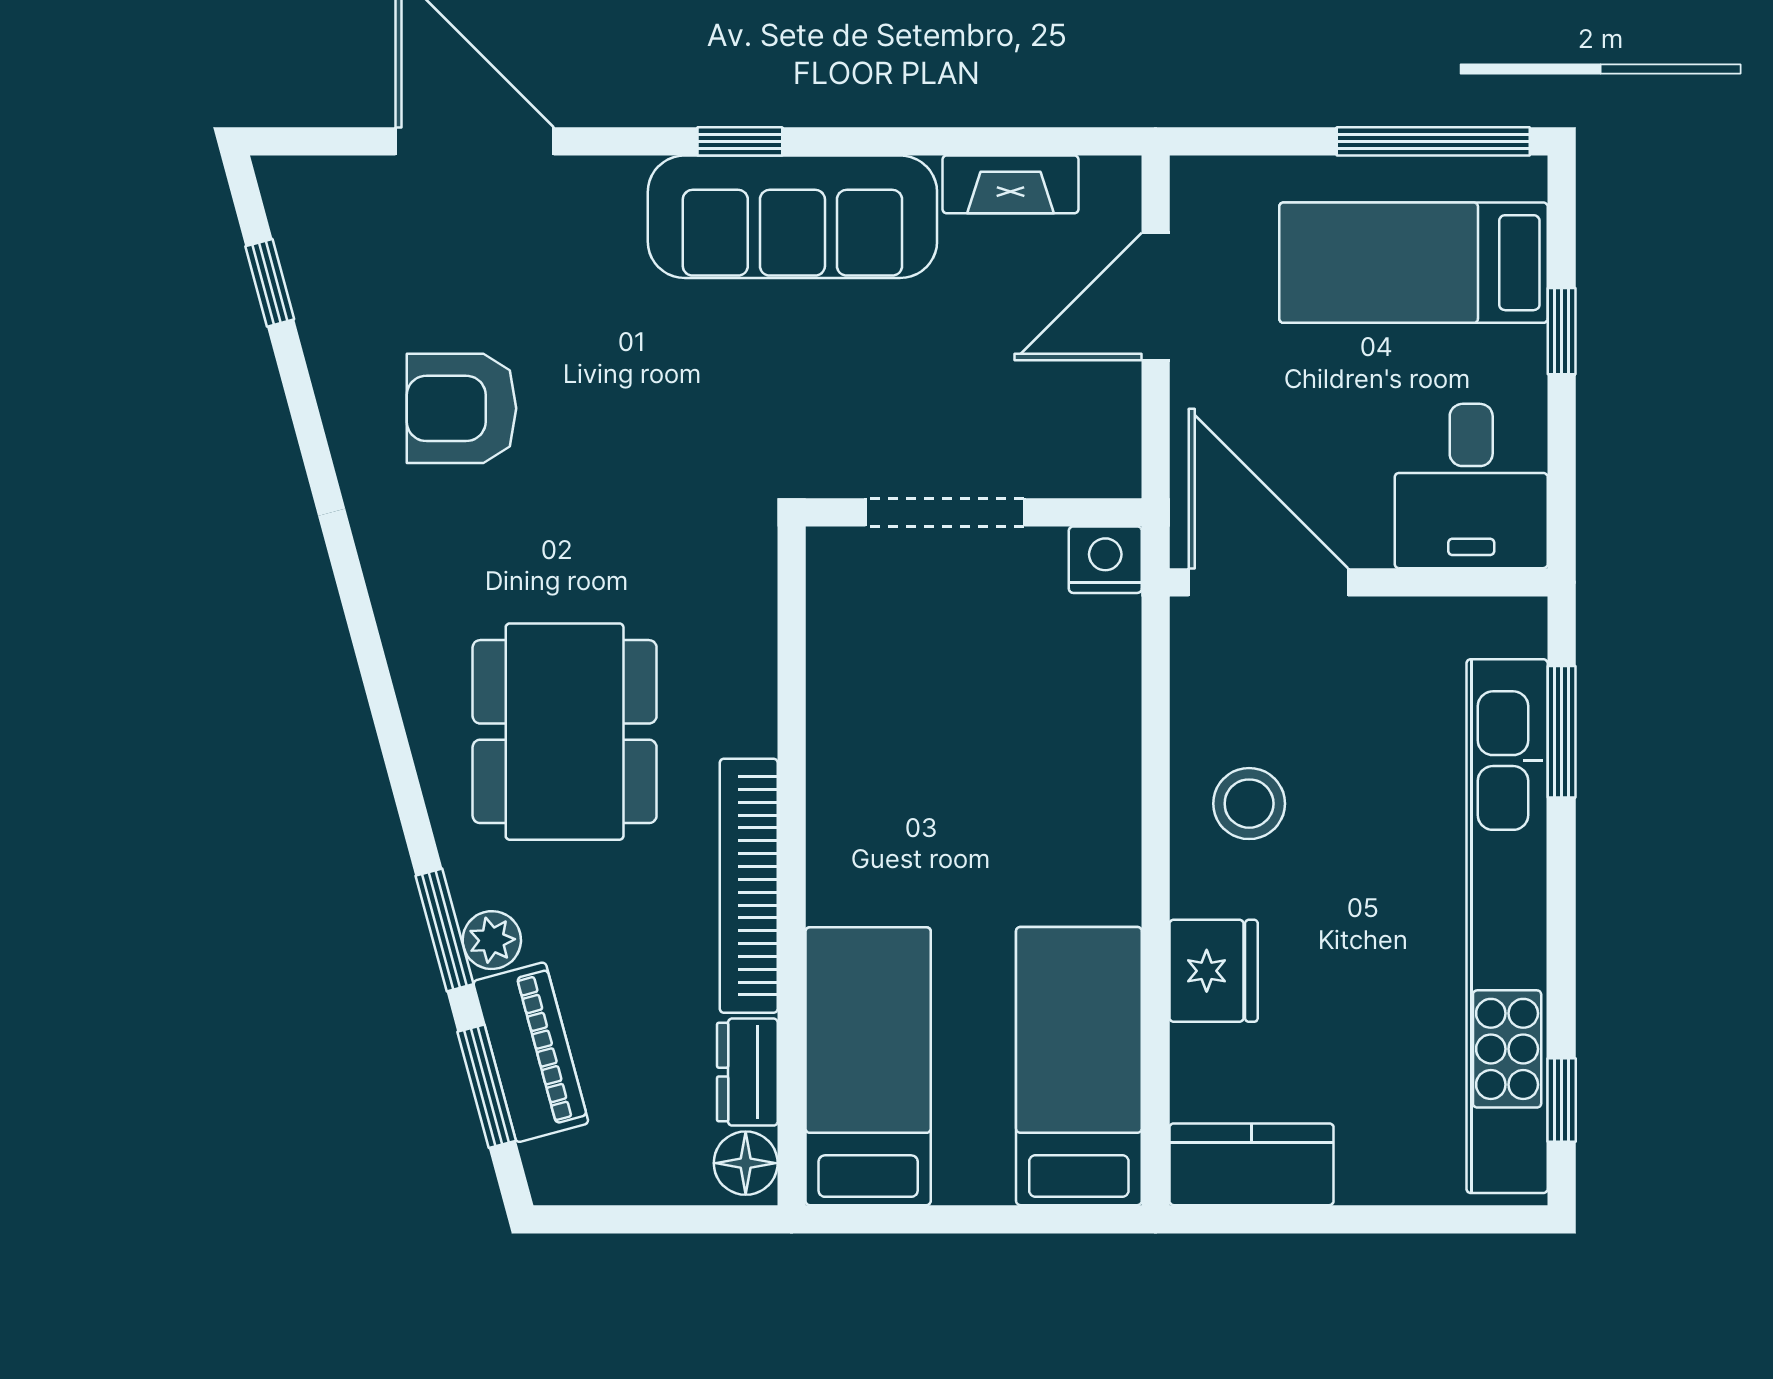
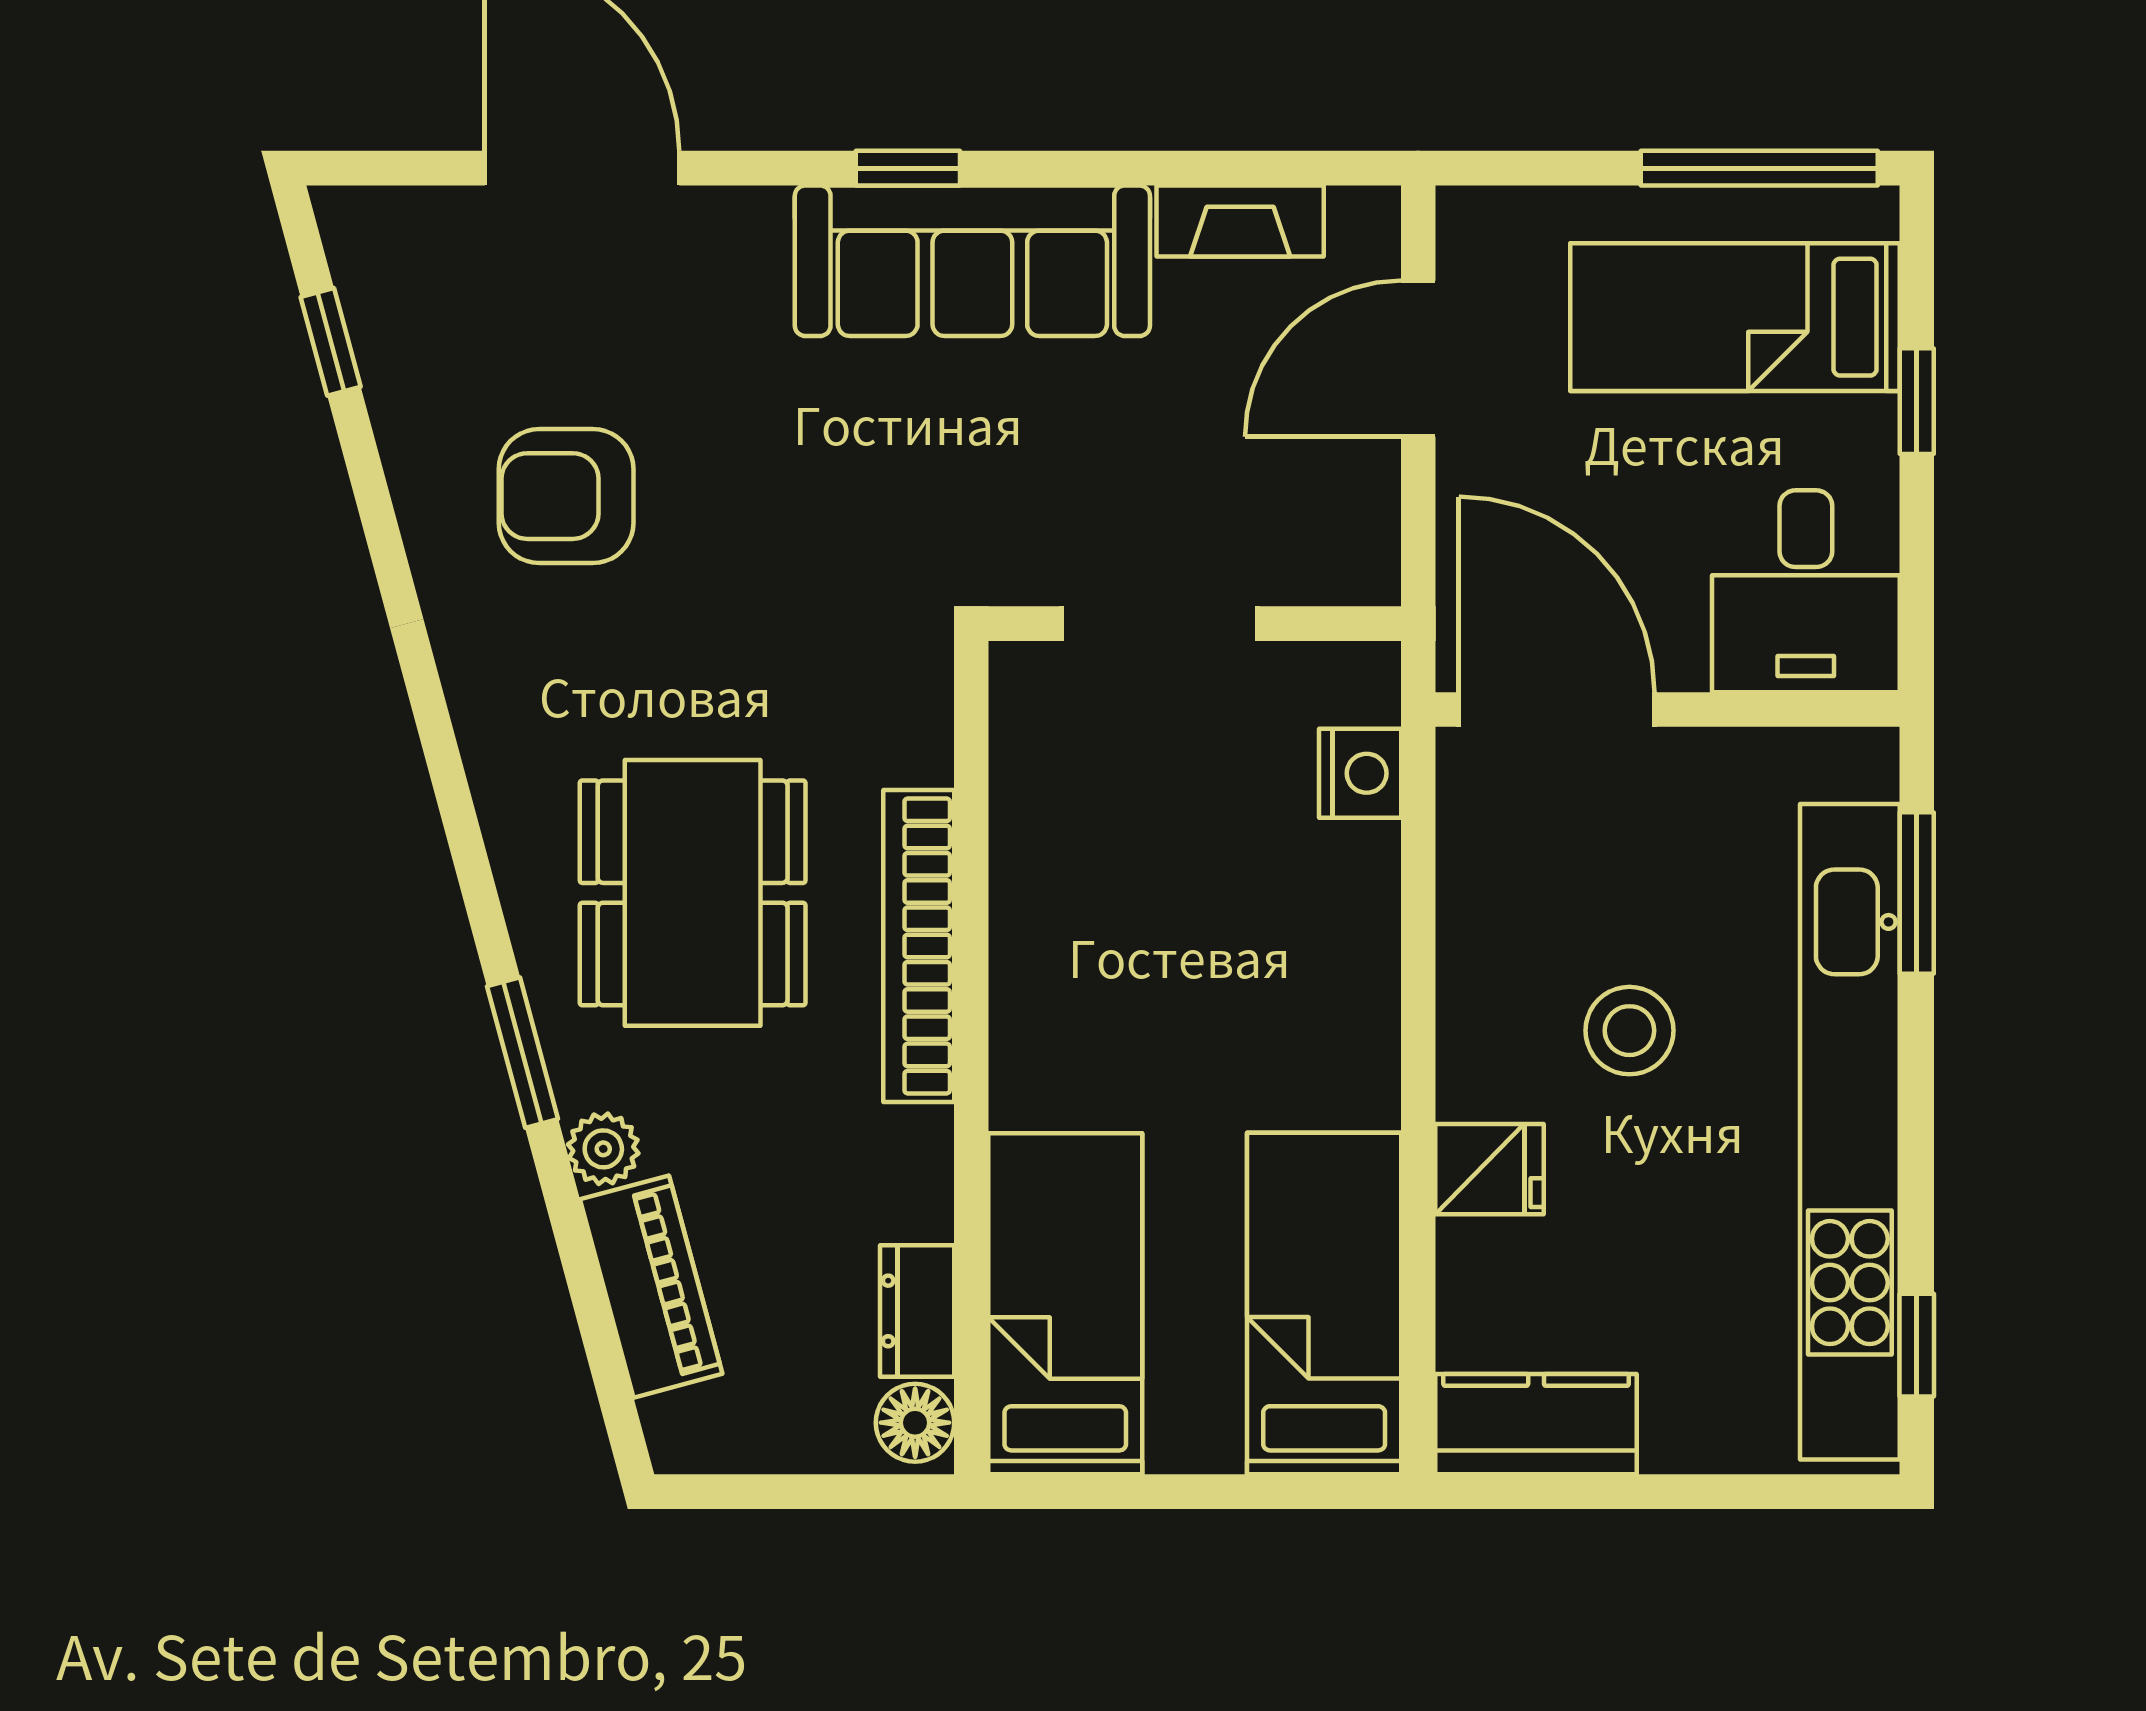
nightstand: (1105, 560) -> (1360, 773), moved, turned 90
stool: (1249, 804) -> (1629, 1031), moved
bookcase: (749, 886) -> (919, 946), moved
window: (444, 930) -> (523, 1053), moved
fridge: (1214, 971) -> (1489, 1169), width x0.72
window: (487, 1086) -> (597, 1328), removed

